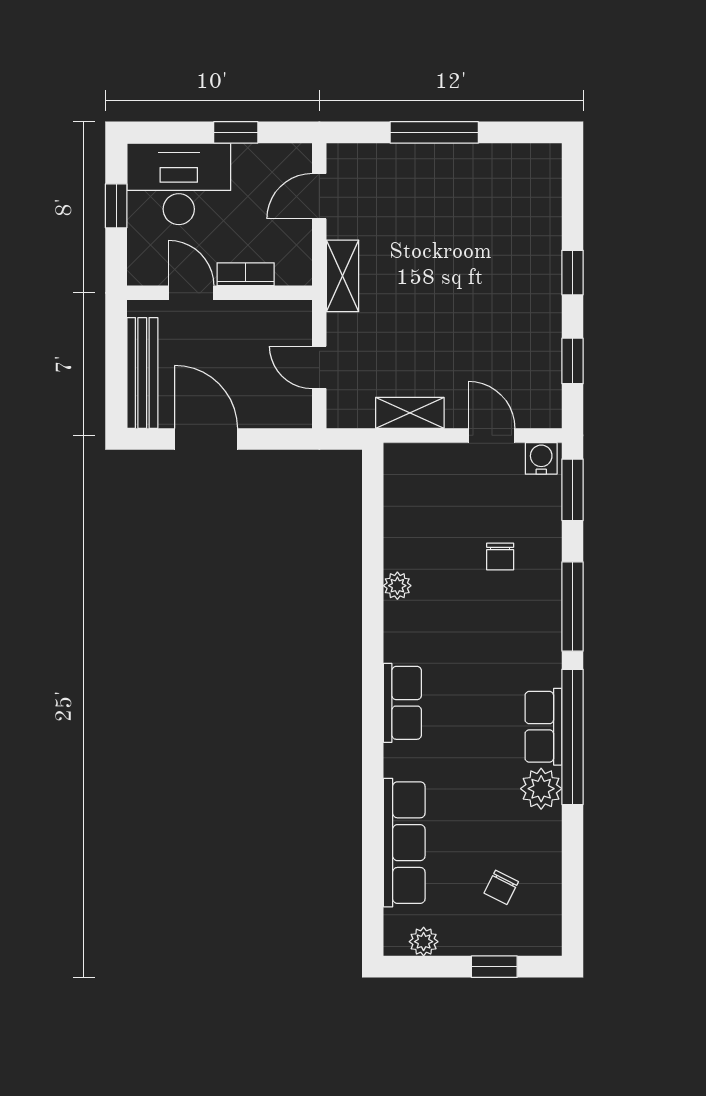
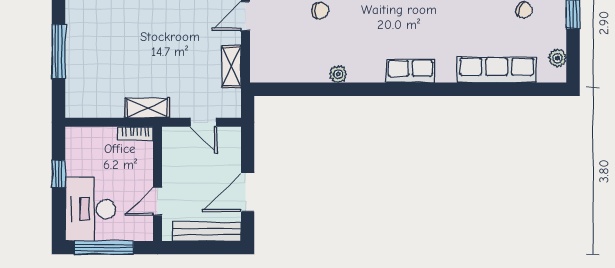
door: (319, 196) -> (98, 122), removed
window: (116, 206) -> (104, 248), width x2.17
bookcase: (246, 274) -> (135, 134), moved, turned -90
door: (319, 367) -> (203, 122), hinge flipped

